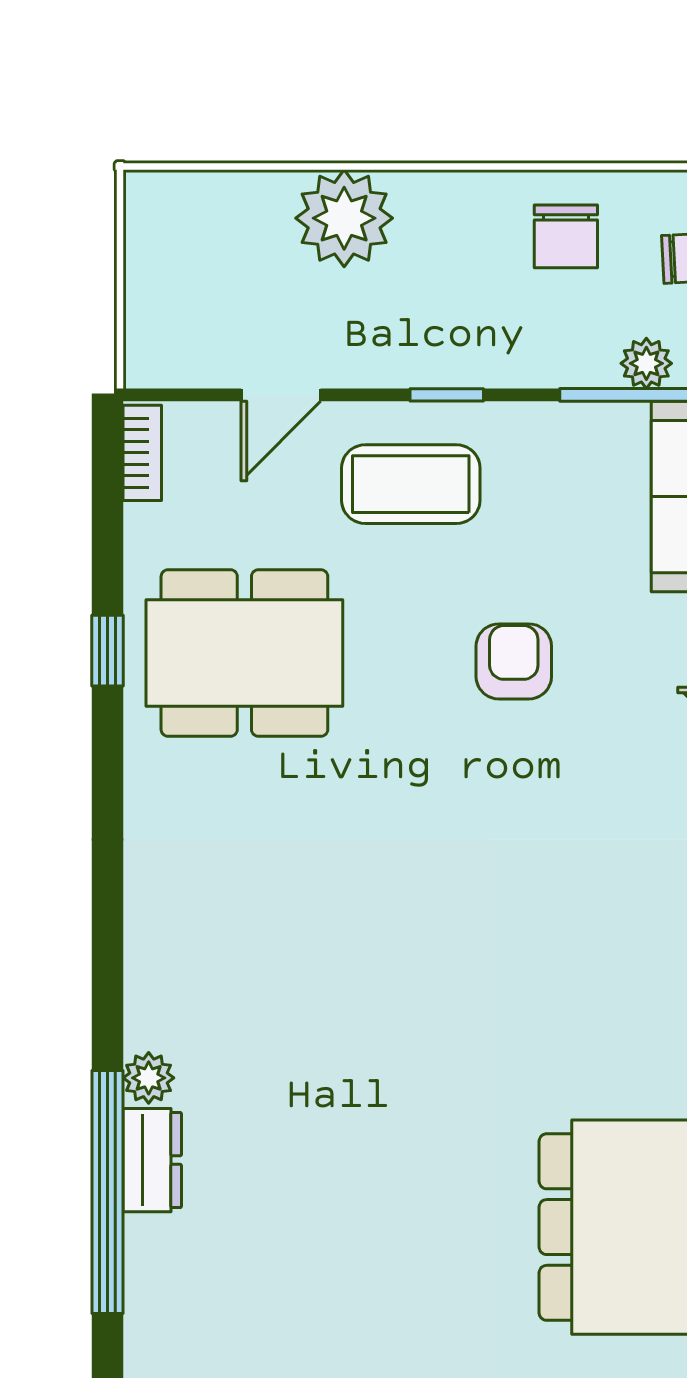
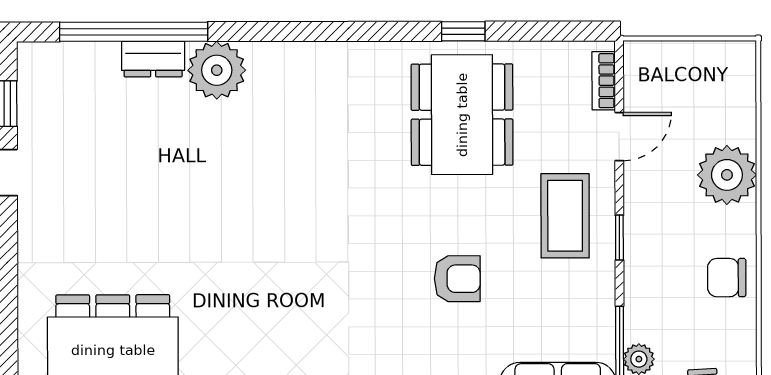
chair: (566, 236) -> (727, 278), moved
door: (281, 395) -> (619, 137), swing flipped
bookcase: (142, 453) -> (604, 81), moved, turned 90
plant: (149, 1078) -> (217, 70), width x1.87, depth x1.87

